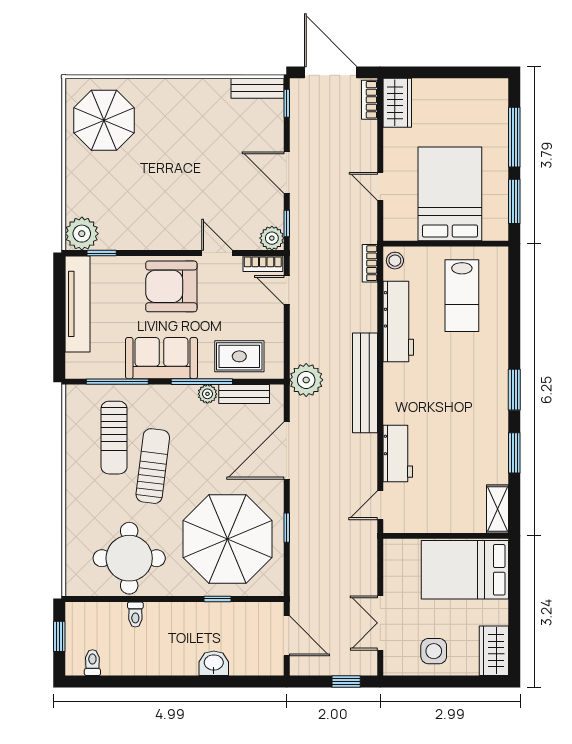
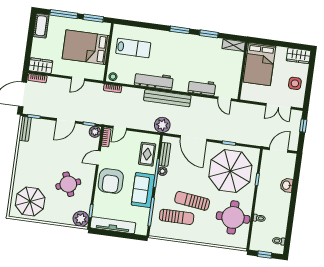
cot: (483, 92) -> (41, 26), added
round table: (152, 197) -> (68, 184), added
workbench: (398, 321) -> (154, 81), moved

